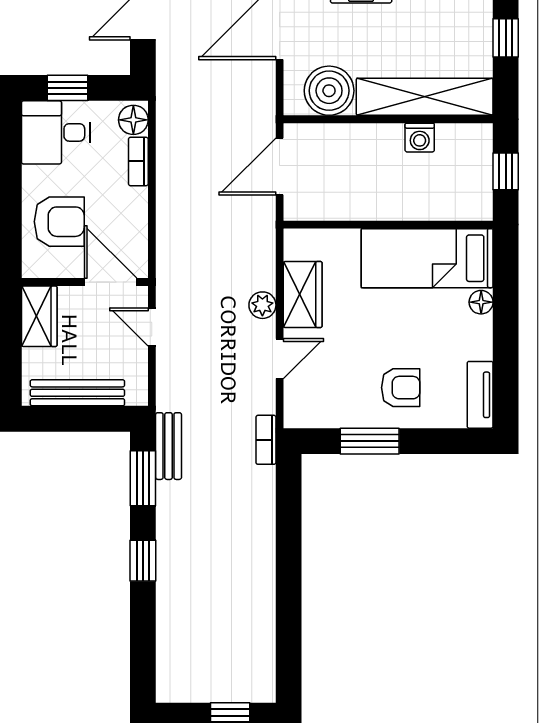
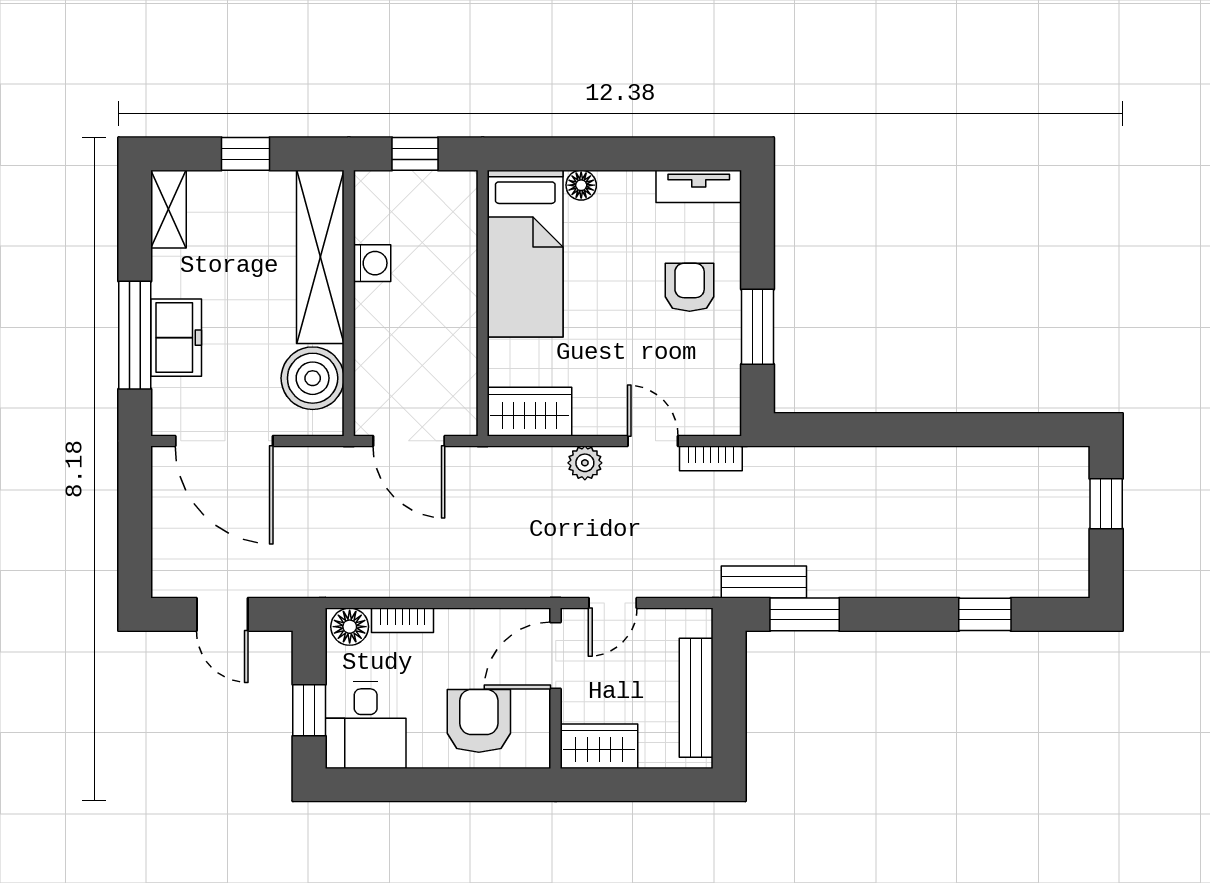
wardrobe: (303, 295) -> (530, 412), moved
bookcase: (266, 440) -> (711, 458), moved
window: (143, 561) -> (985, 614), moved

